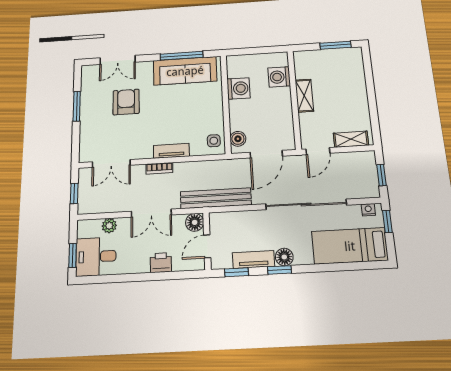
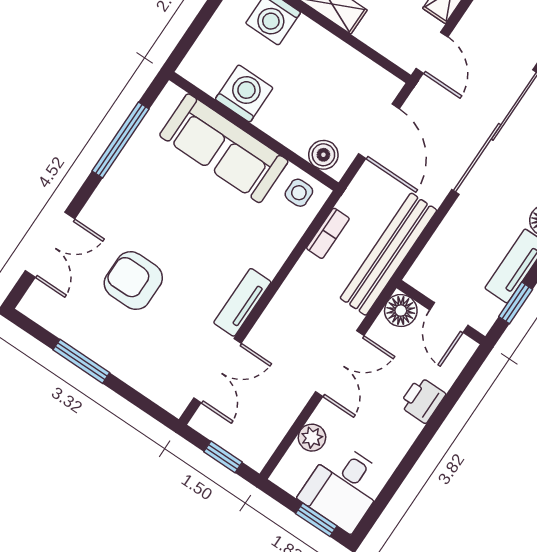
sofa: (185, 71) -> (224, 148), moved, turned 90
tv unit: (171, 151) -> (242, 302), moved
bookcase: (159, 168) -> (328, 233), moved

